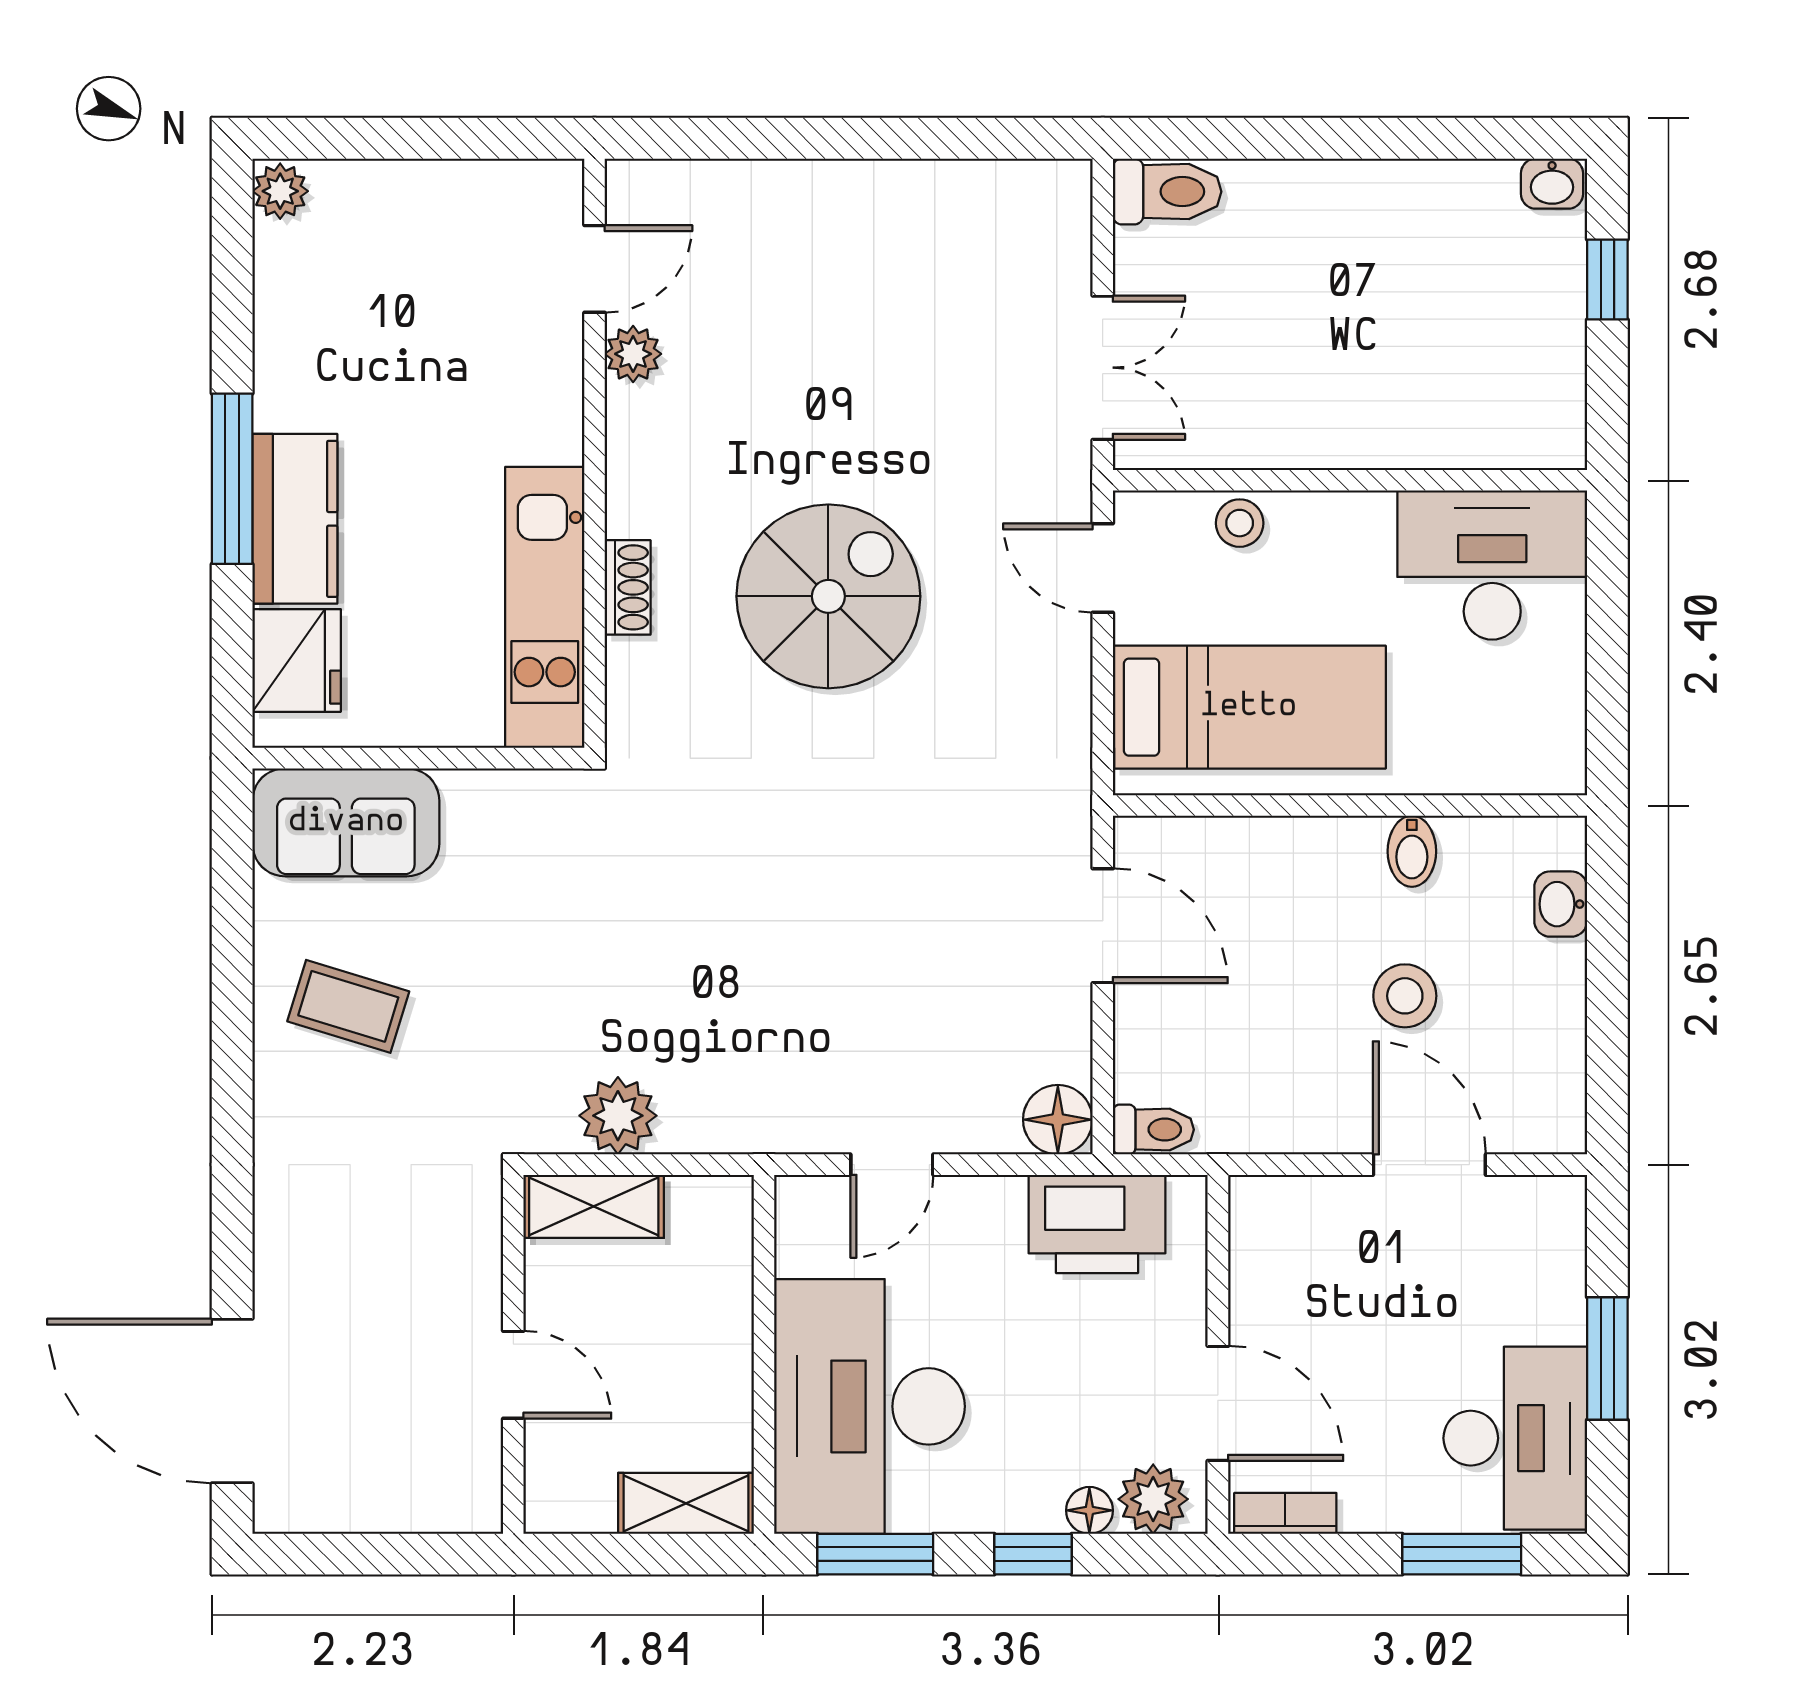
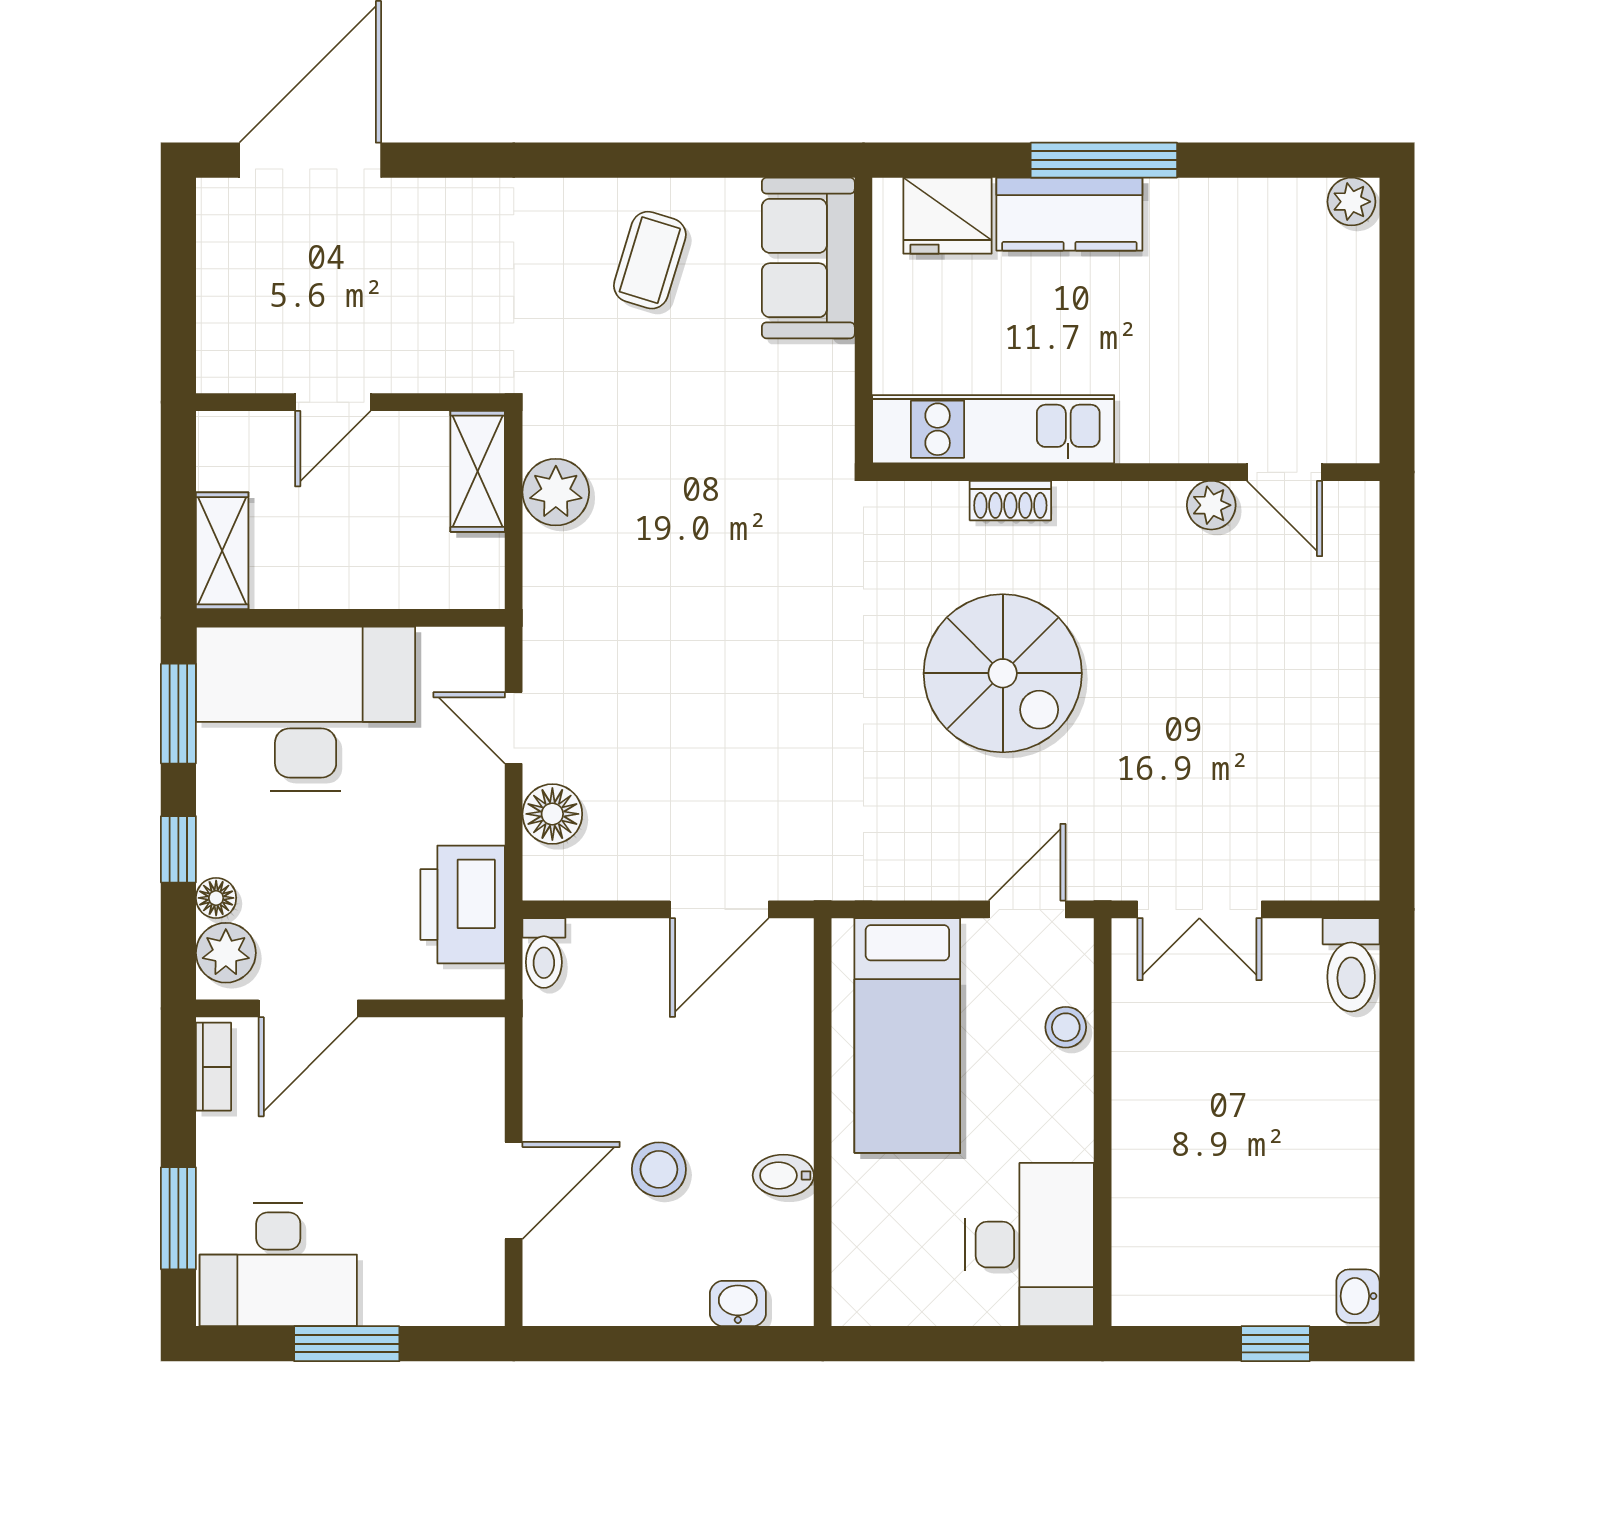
floor lamp: (1058, 1120) -> (552, 814), moved

